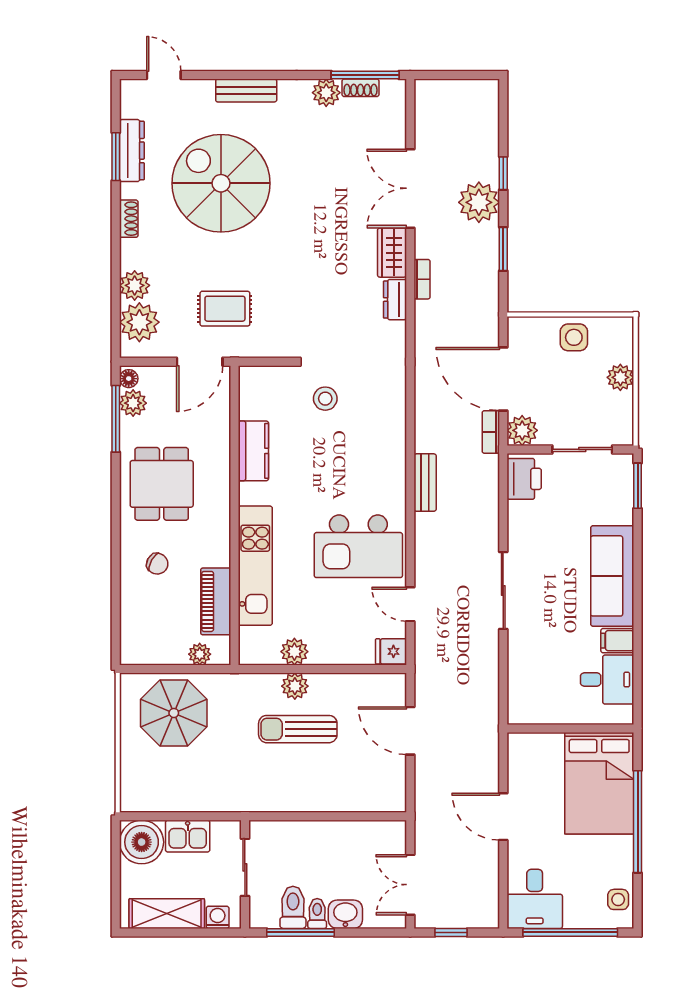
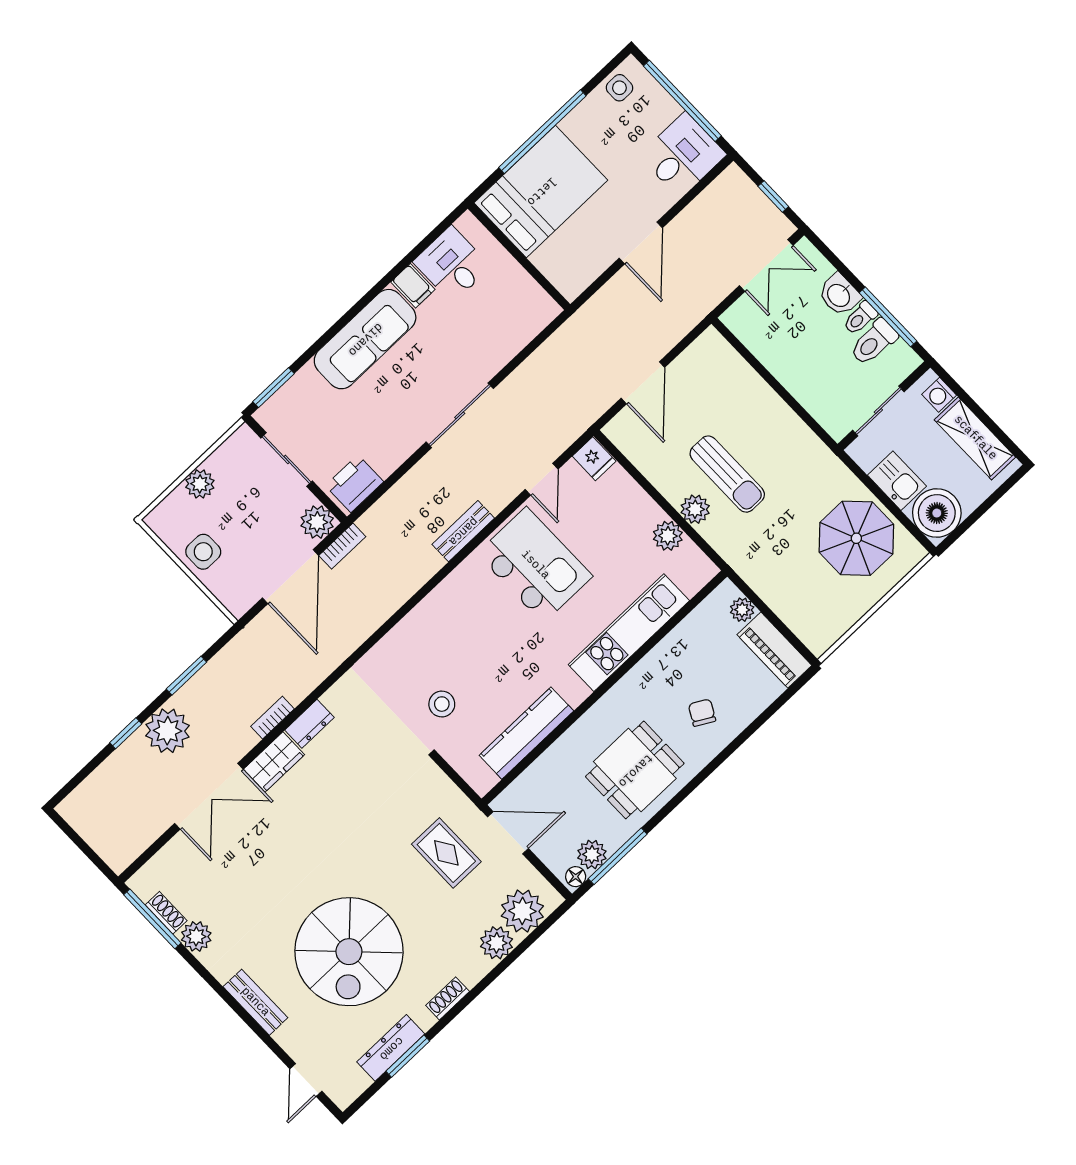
kitchen counter: (253, 451) -> (526, 733), width x1.50
bench: (425, 483) -> (463, 531), moved
piano: (216, 601) -> (774, 650), moved, turned 90
parasol: (174, 713) -> (856, 538), moved

